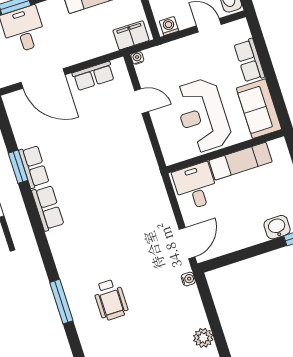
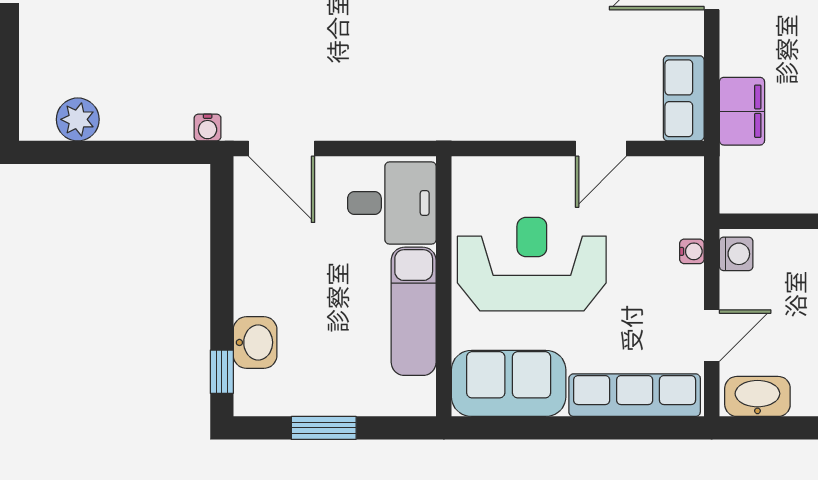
filing cabinet: (131, 35) -> (742, 111), moved
water cooler: (137, 58) -> (692, 251), moved
row of seats: (249, 60) -> (635, 395), width x1.48
row of seats: (93, 76) -> (684, 98), moved

